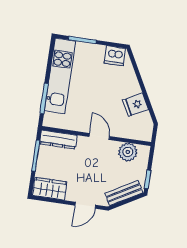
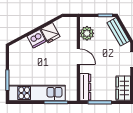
dishwasher: (115, 56) -> (36, 39), moved, turned 62
door: (99, 136) -> (78, 57), swing flipped

